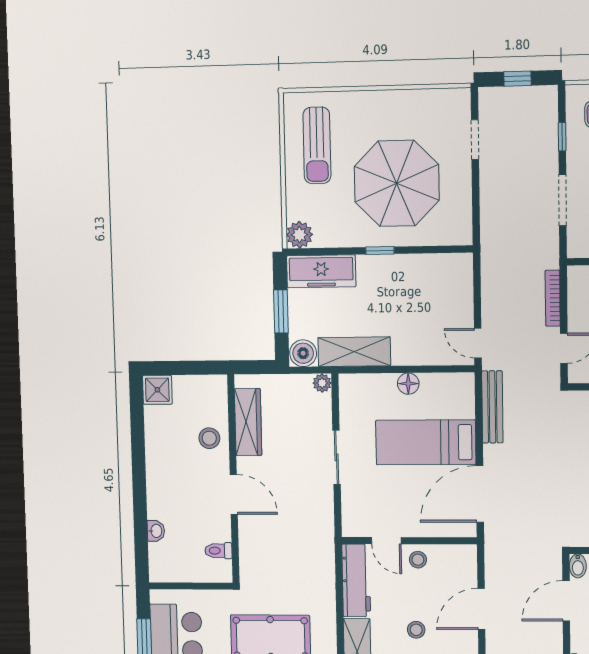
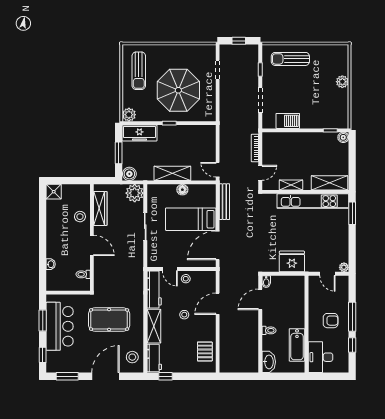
shelving: (354, 352) -> (172, 173), moved
plant: (322, 383) -> (135, 193), width x1.88, depth x1.88

